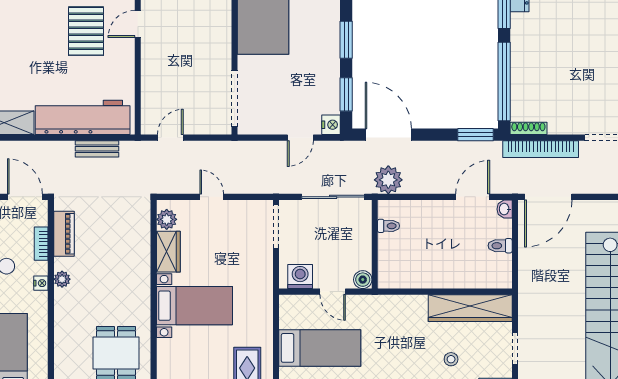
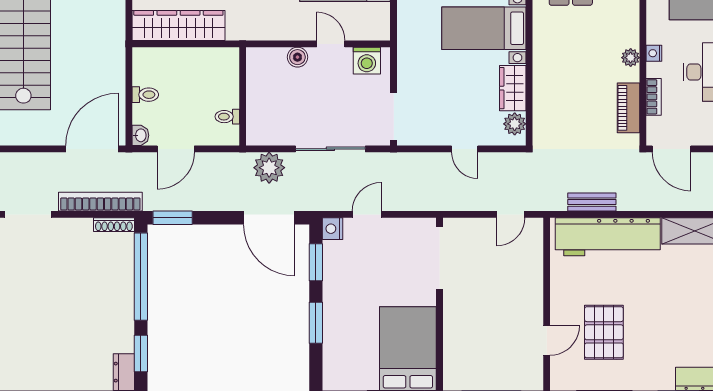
toilet: (389, 226) -> (227, 117), moved
wall: (375, 244) -> (243, 96), moved

